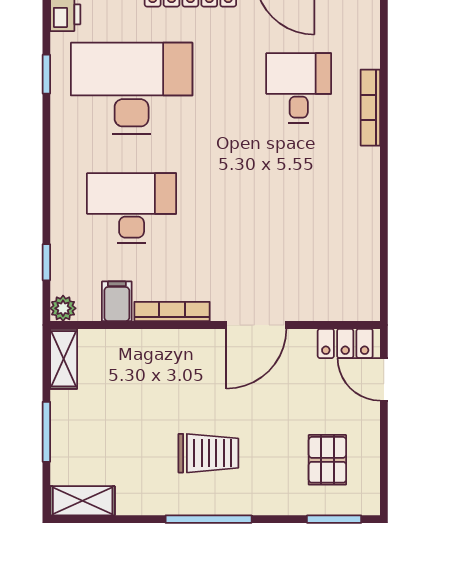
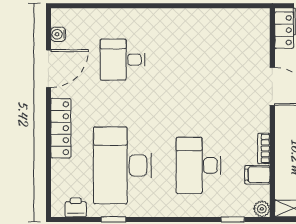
bookcase: (370, 108) -> (135, 14), removed
bookcase: (172, 311) -> (264, 148), width x0.64

